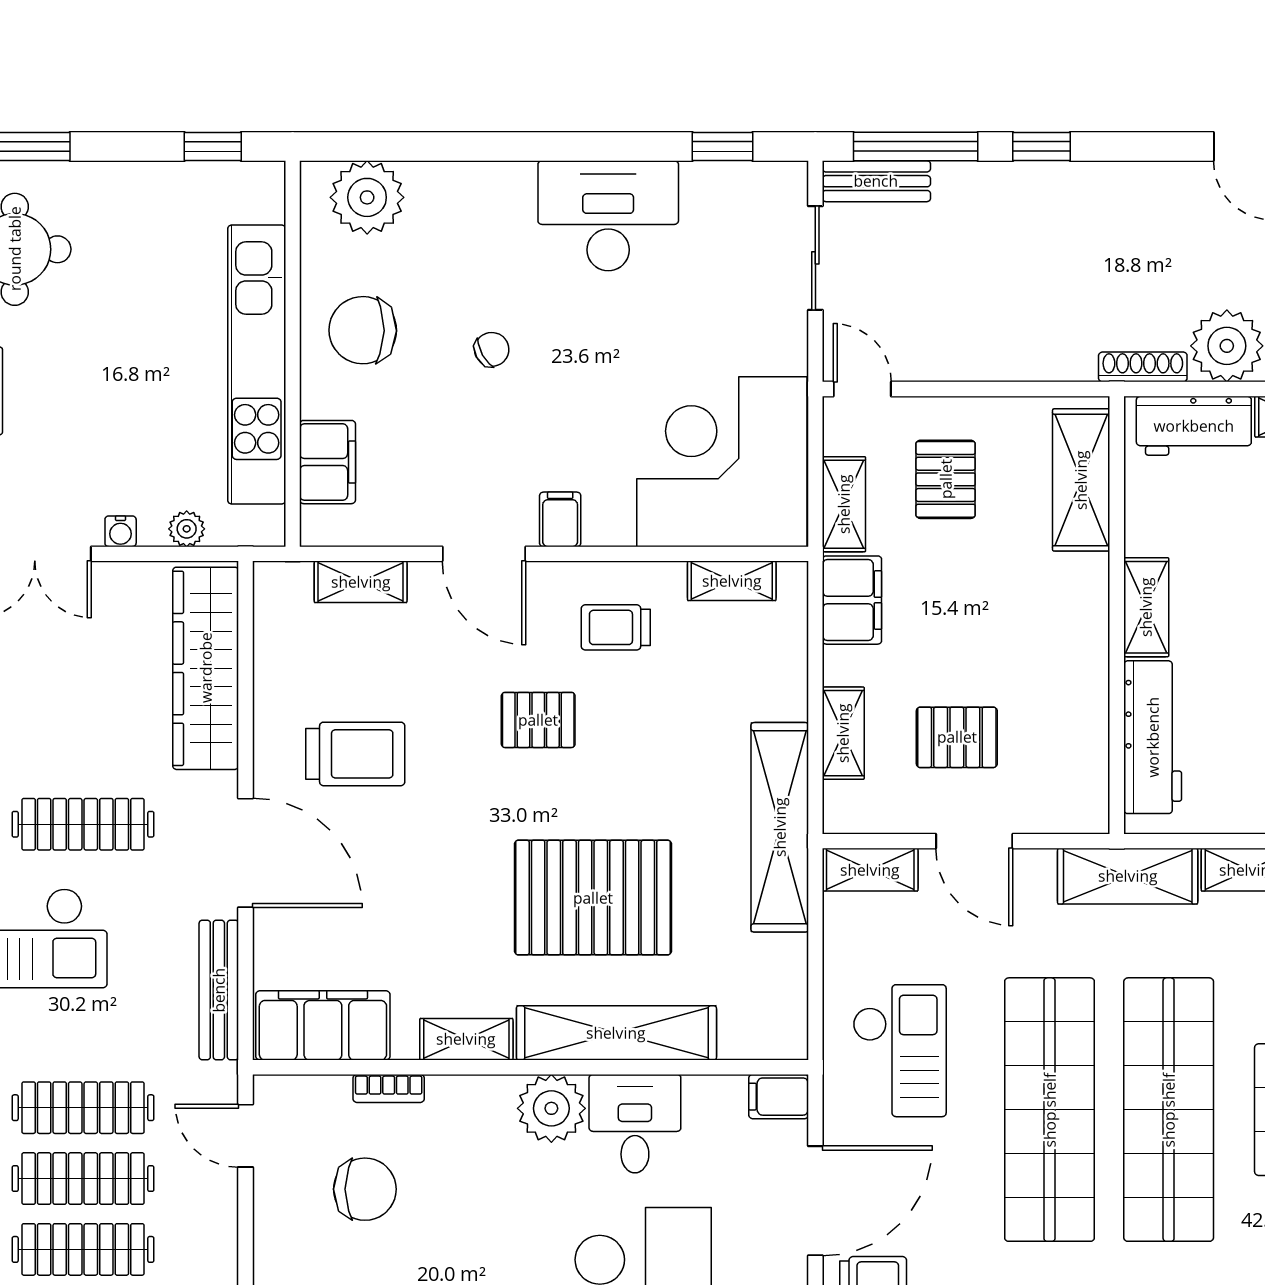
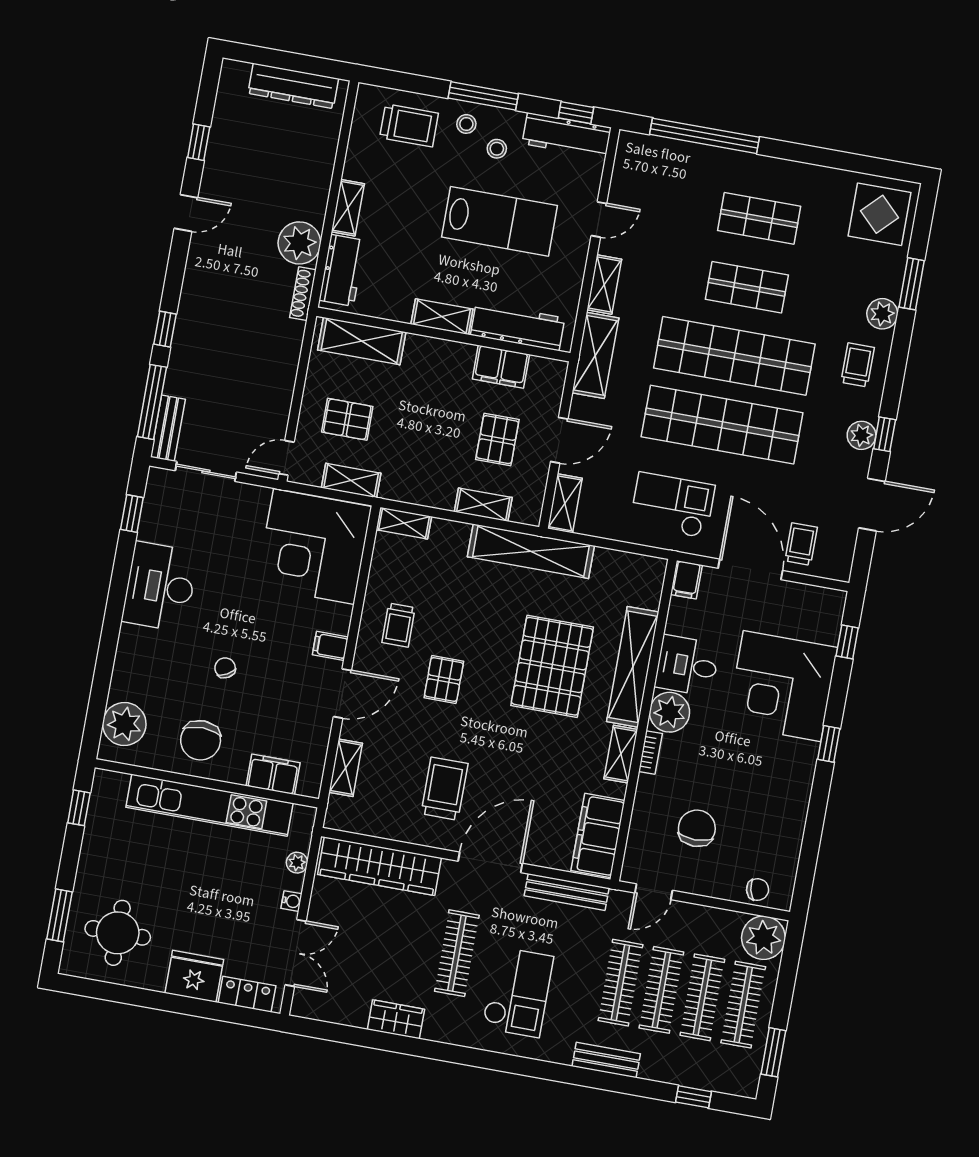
shelving: (732, 581) -> (404, 523), moved, turned 90
filing cabinet: (852, 600) -> (501, 367), moved, turned 180
bookcase: (389, 1088) -> (650, 752), moved

